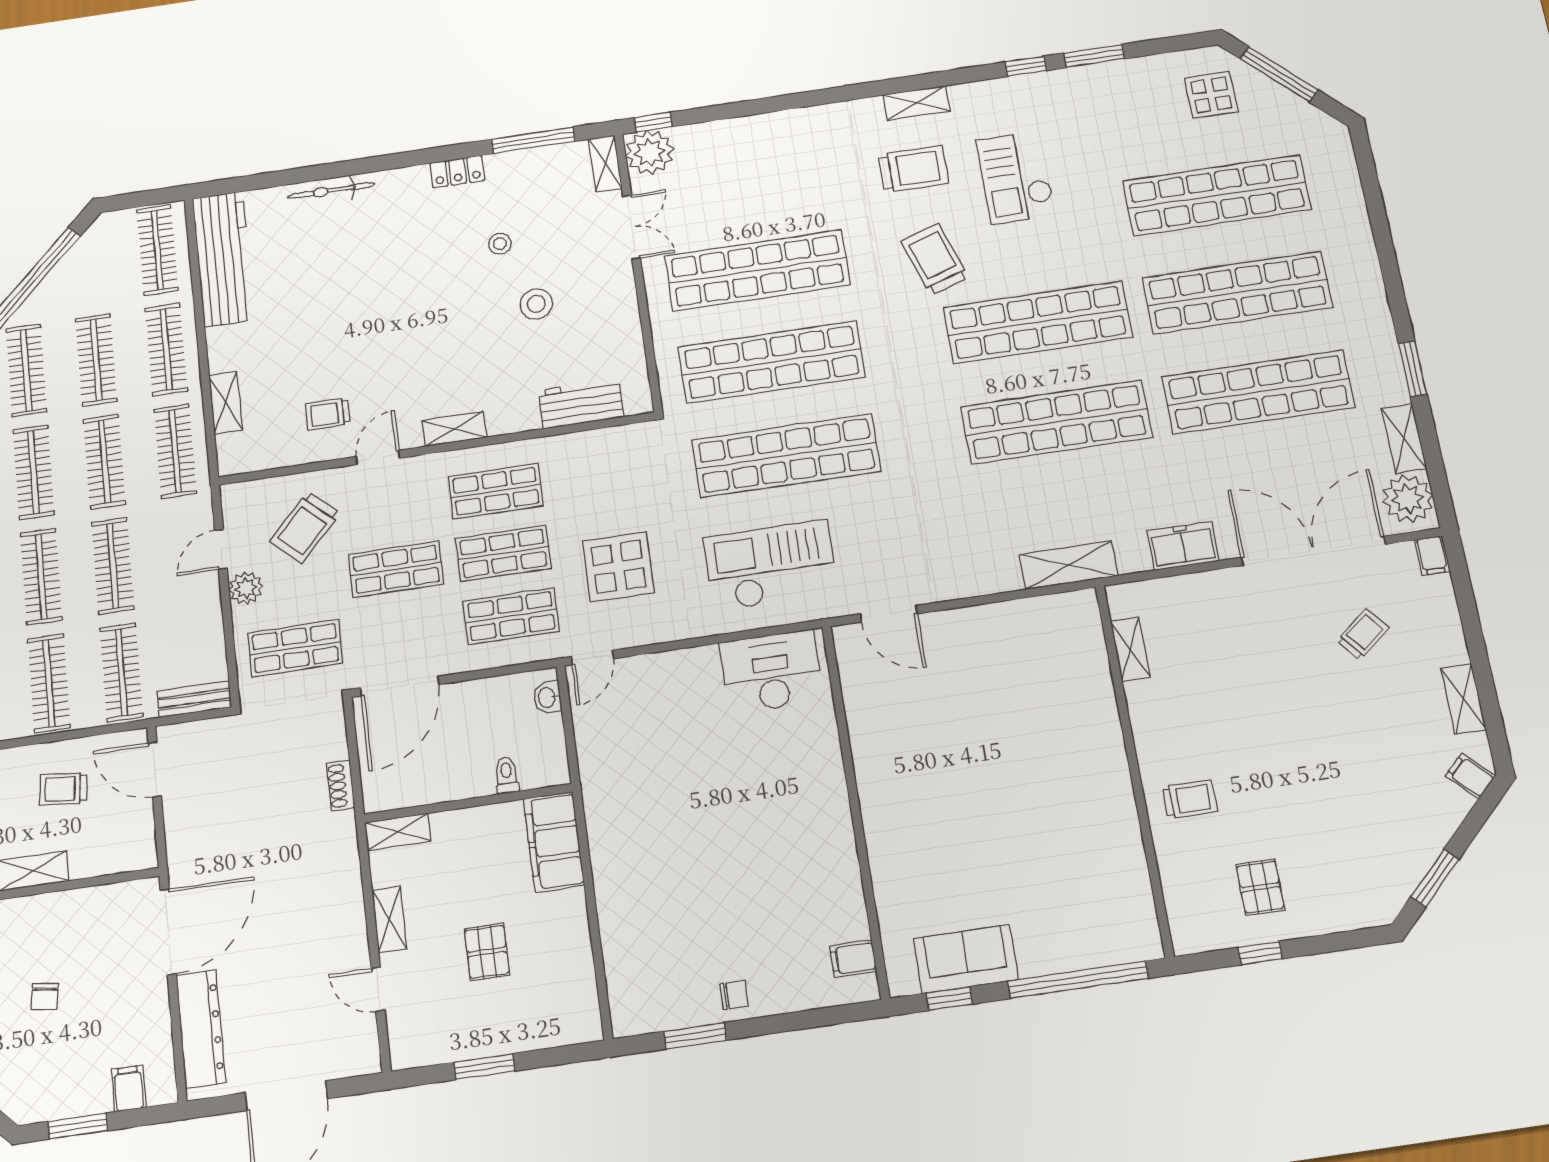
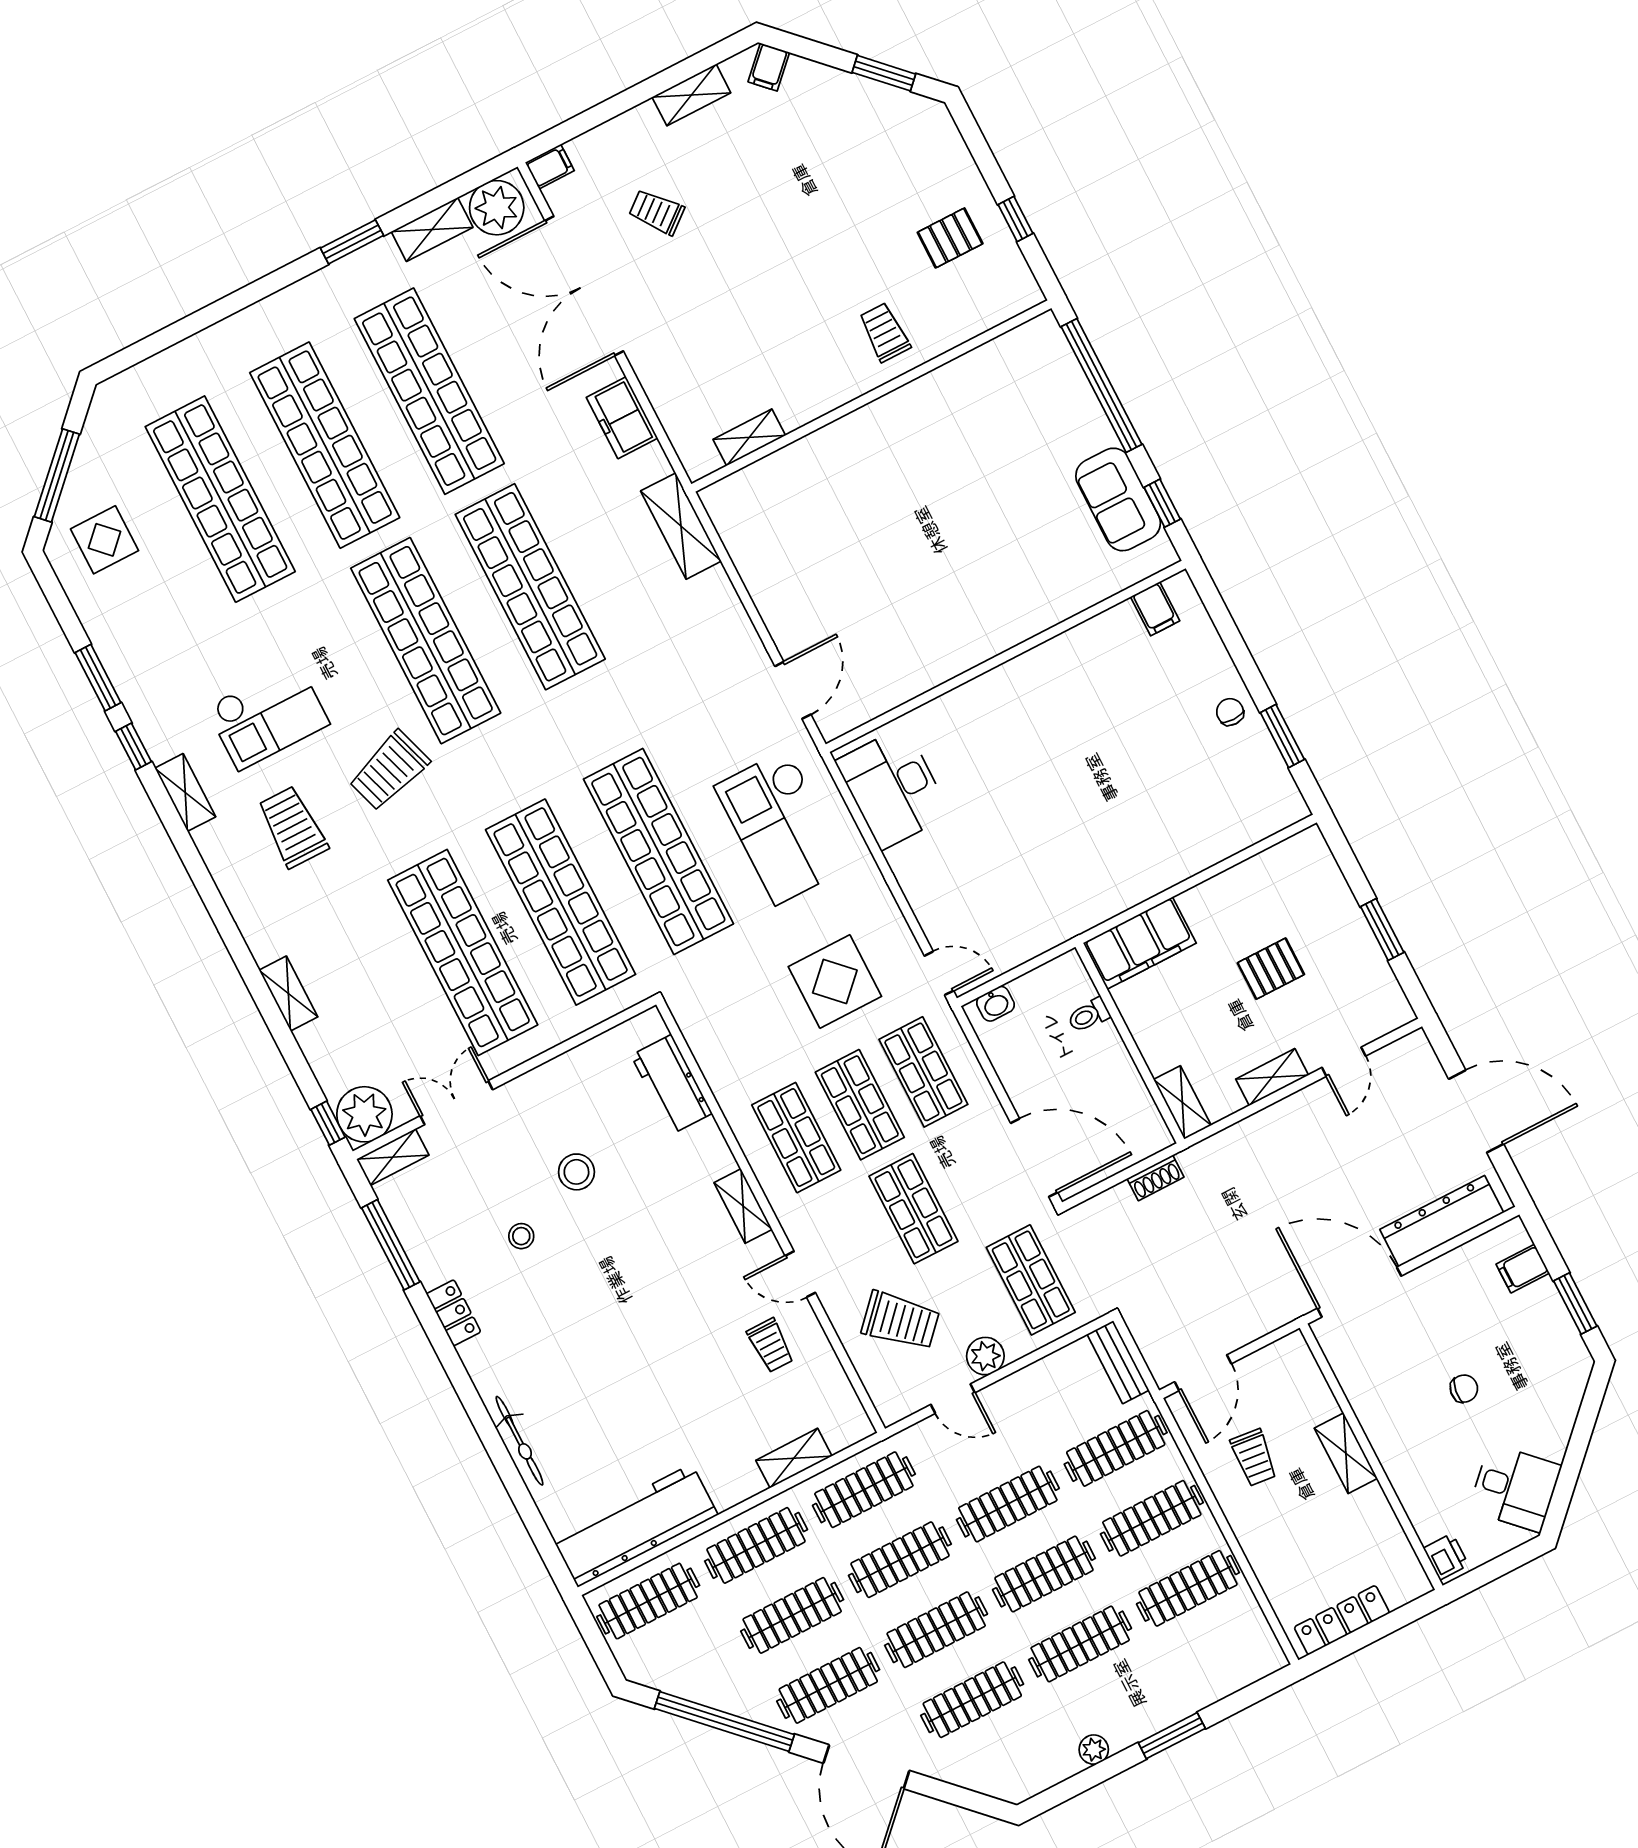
shelving: (916, 103) -> (185, 792), moved
shelving: (773, 124) -> (288, 994), added

